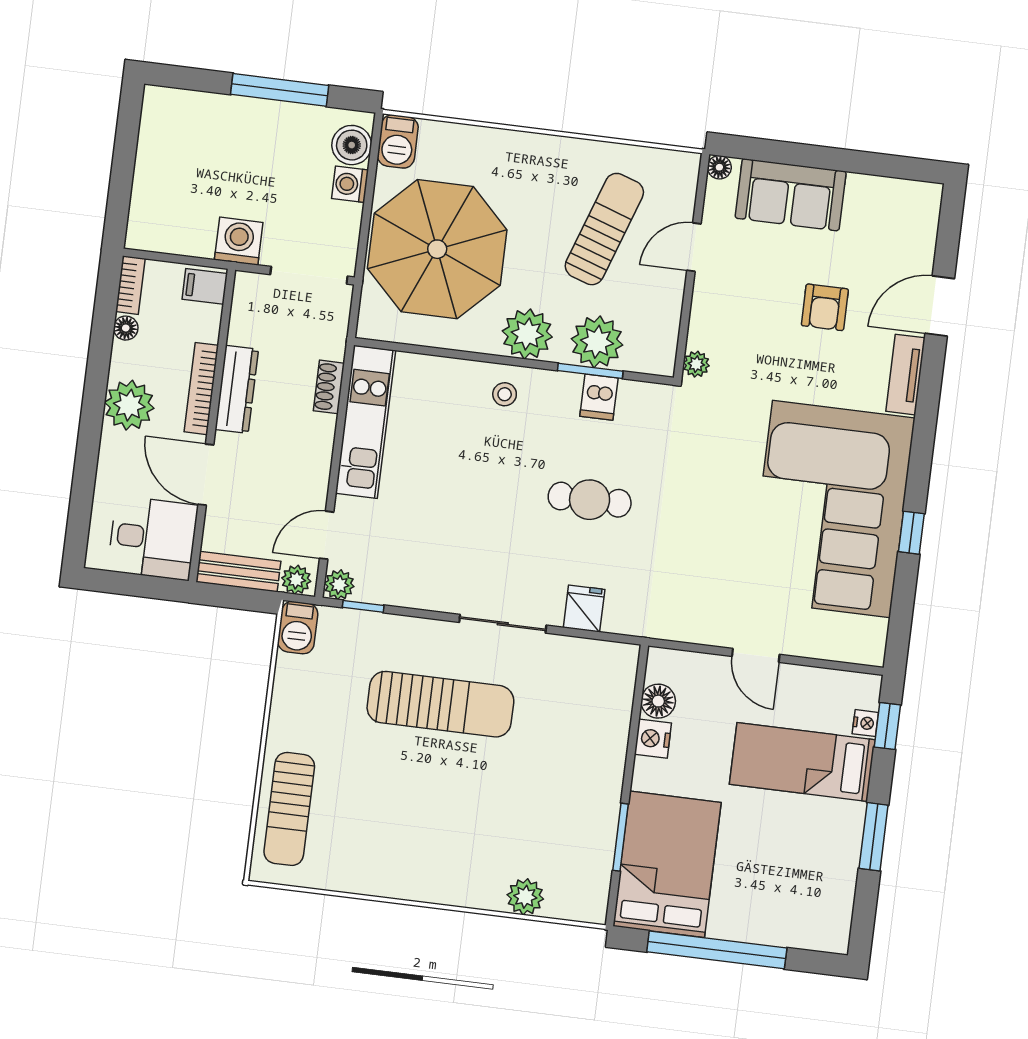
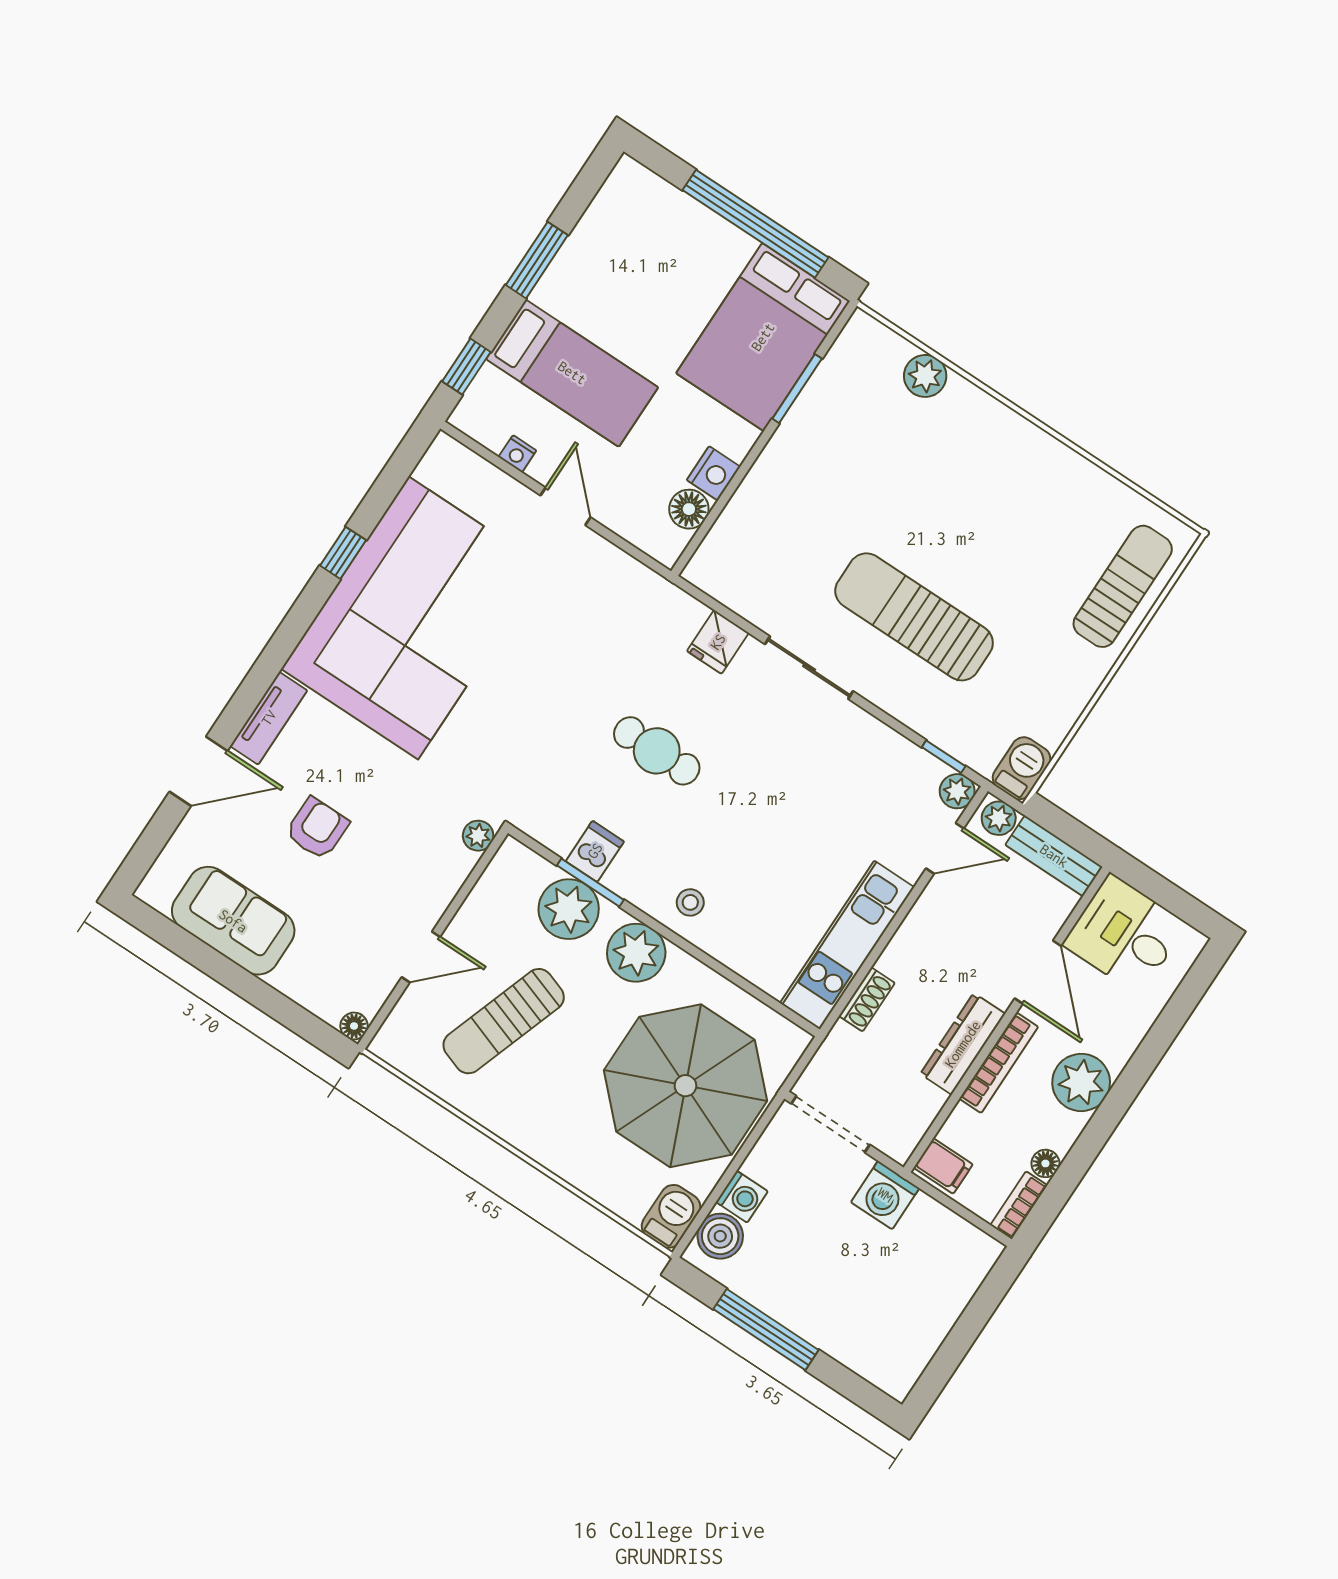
sofa: (791, 195) -> (233, 921), moved
nightstand: (865, 723) -> (517, 454), moved, turned -90

